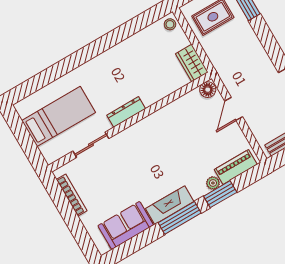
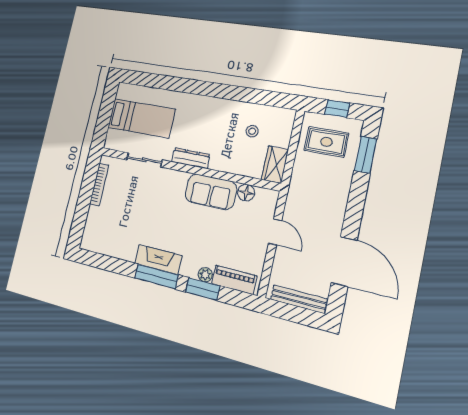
stool: (170, 24) -> (252, 131), moved
floor lamp: (208, 90) -> (246, 193), moved
door: (234, 109) -> (275, 232), swing flipped
sofa: (126, 225) -> (211, 192), moved, turned 180

